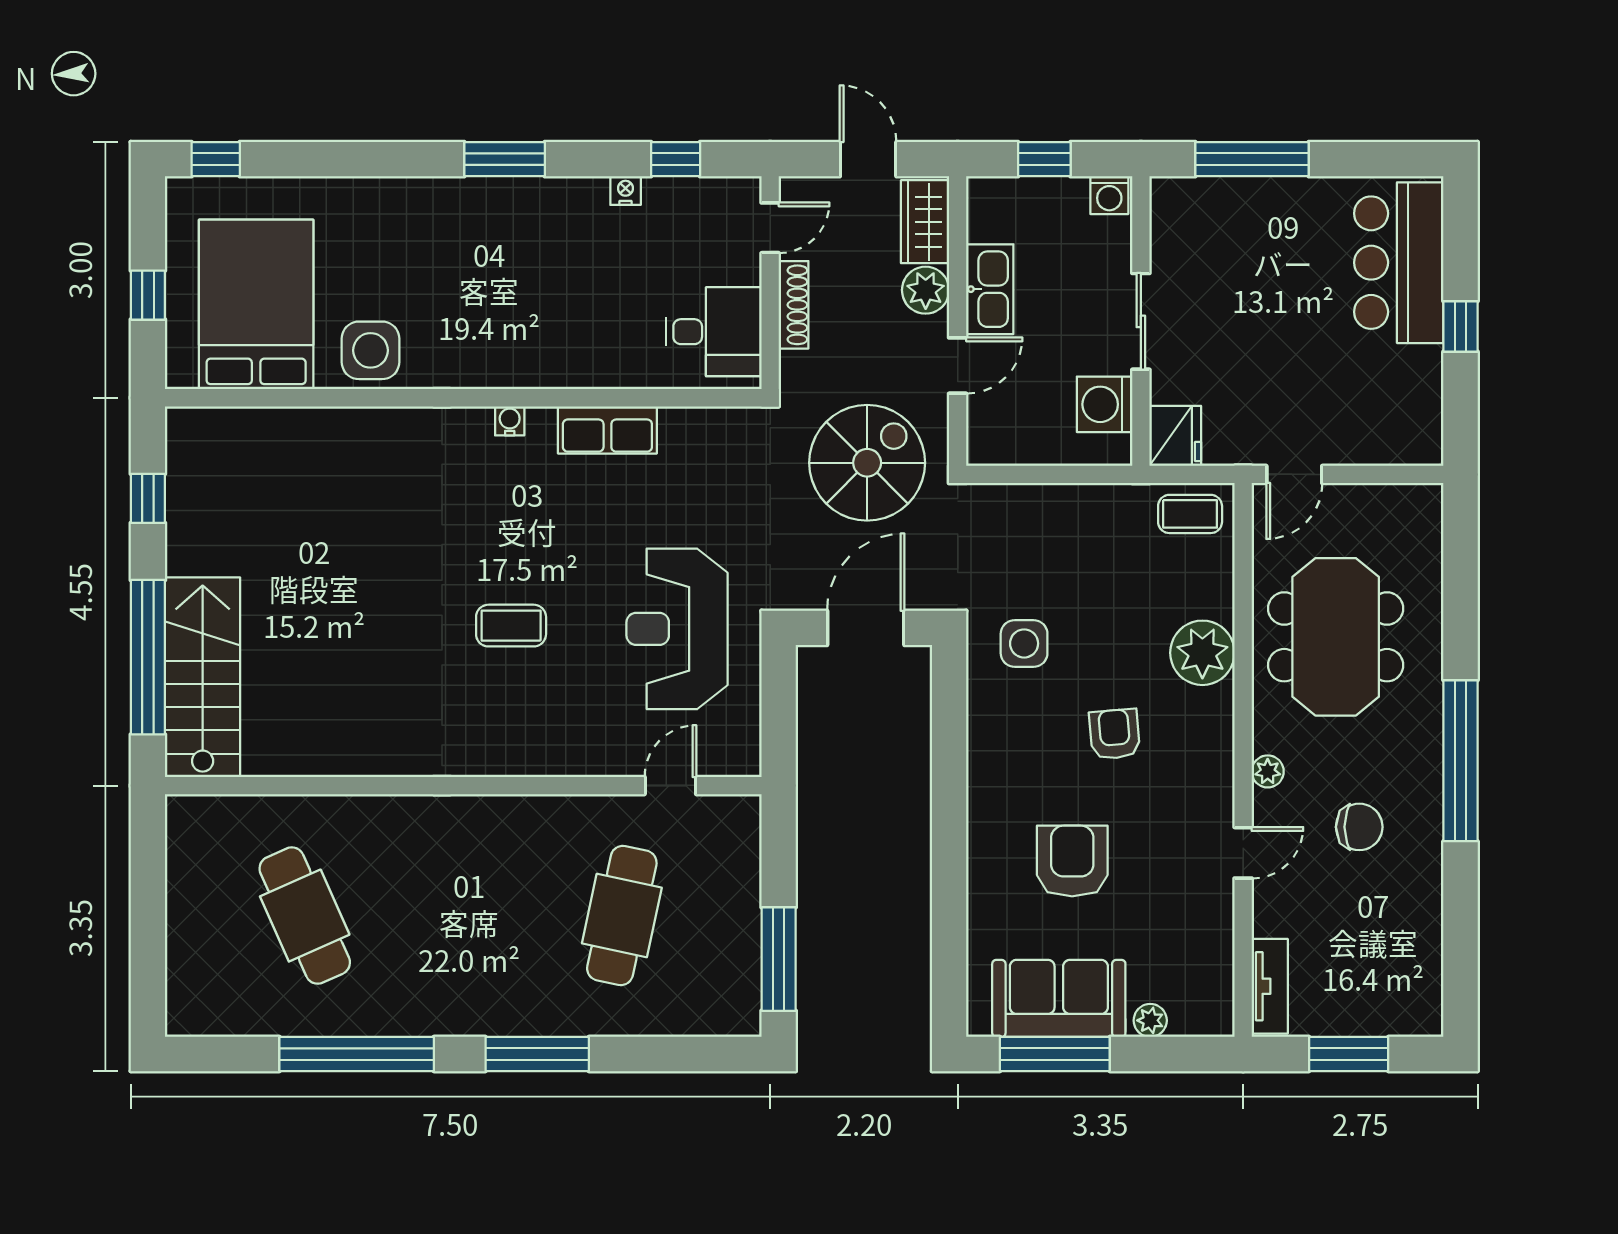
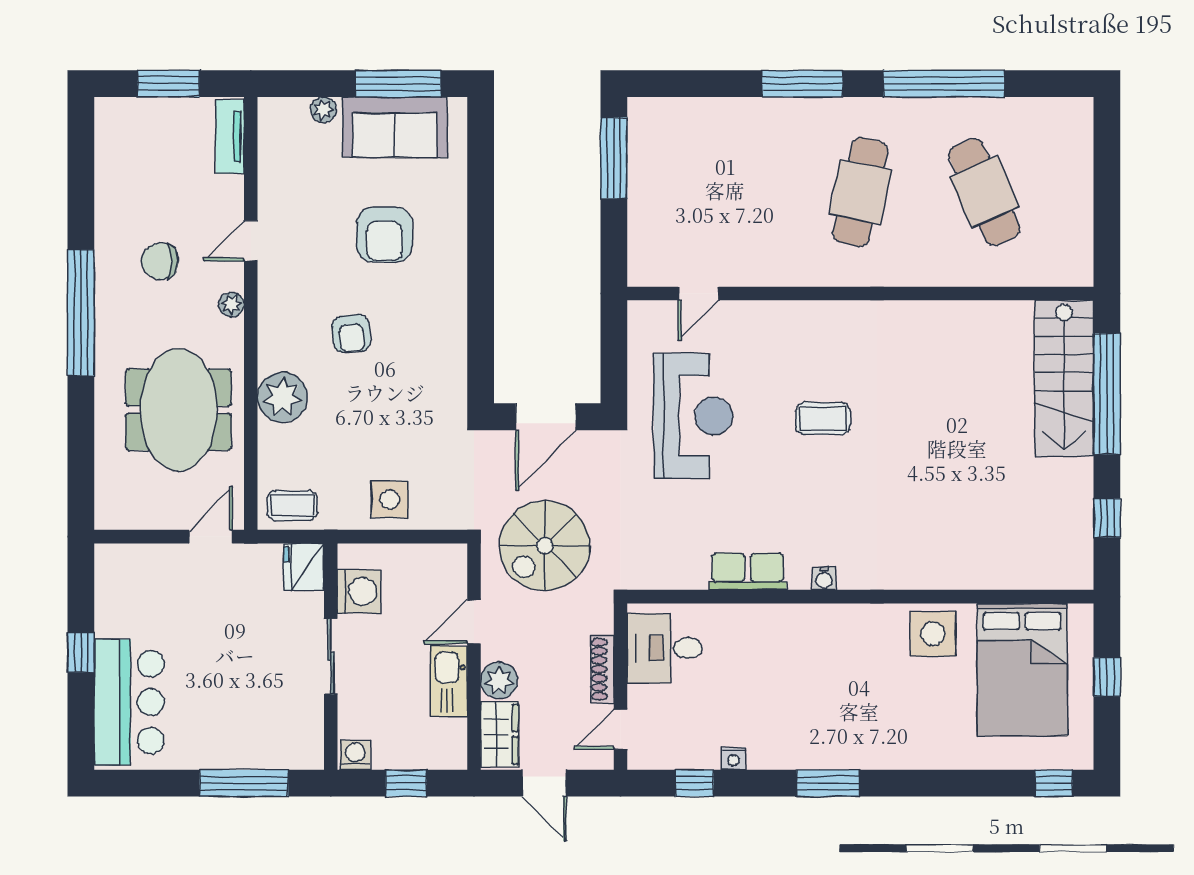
side table: (1024, 643) -> (390, 499), moved
cafe table: (622, 916) -> (860, 192), moved

